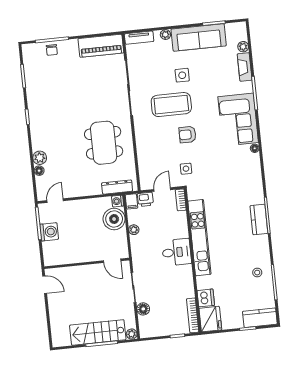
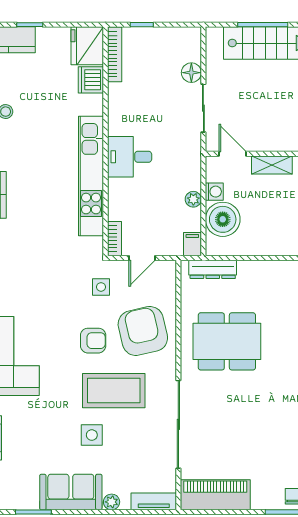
sofa: (199, 37) -> (71, 492), width x0.73
dining table: (104, 143) -> (227, 341), turned 90
armchair: (157, 144) -> (143, 331), added
printer: (145, 199) -> (170, 245), removed
washing machine: (118, 201) -> (214, 192), moved
shelving: (87, 256) -> (272, 165), added
plant: (132, 334) -> (214, 35), removed

